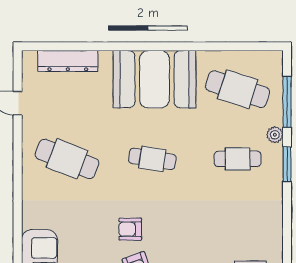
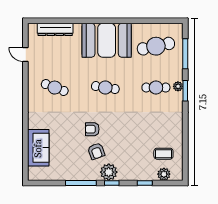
cafe table: (238, 89) -> (156, 46), turned -30
plant: (275, 135) -> (178, 86), moved
cafe table: (67, 159) -> (55, 88), width x0.73, depth x0.74

